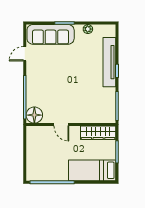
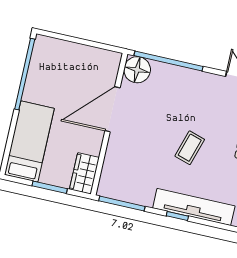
coffee table: (74, 73) -> (190, 148), added
door: (61, 125) -> (112, 109), width x1.88
wardrobe: (98, 133) -> (84, 173), width x0.67

